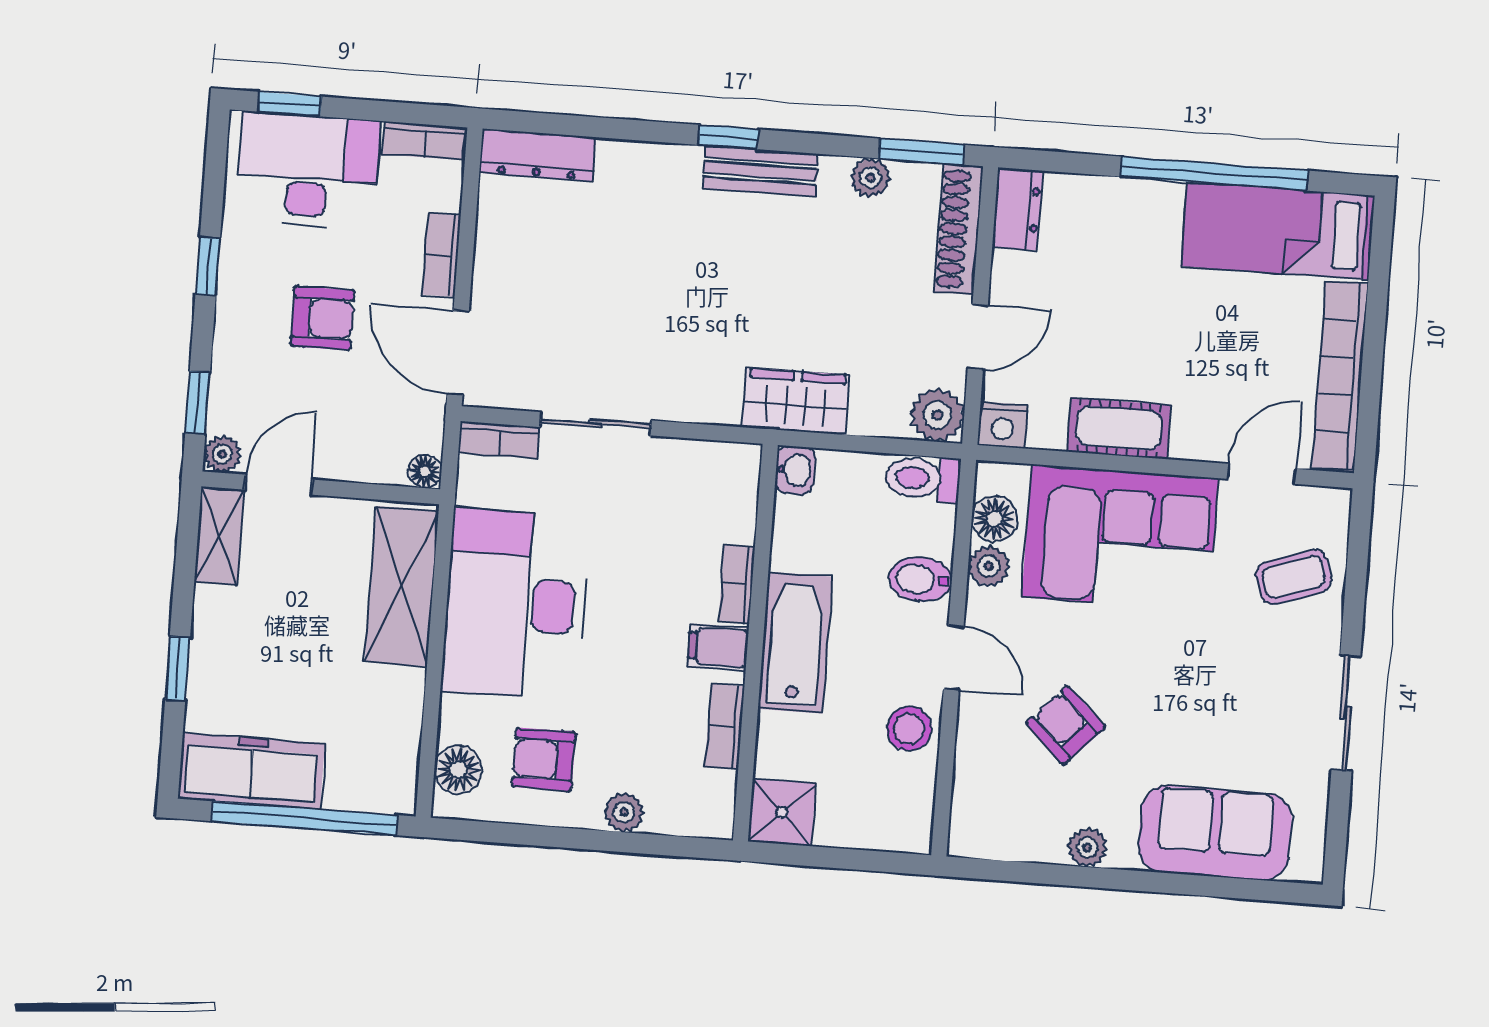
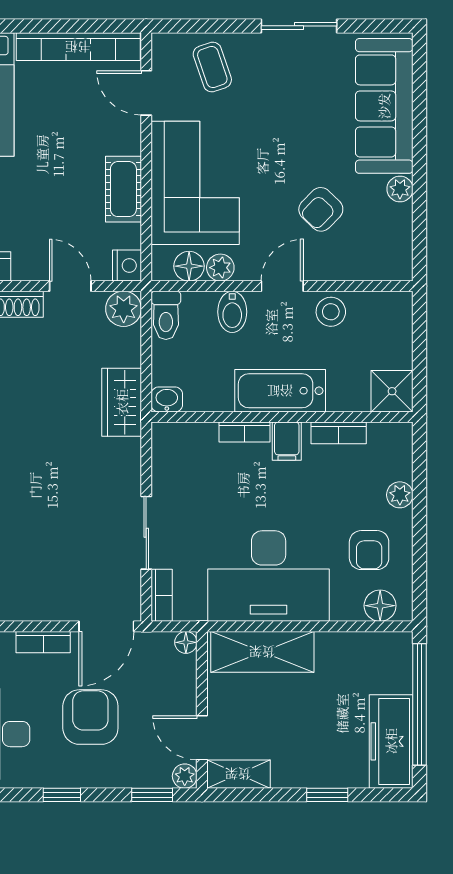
armchair: (323, 318) -> (90, 717), width x1.38, depth x1.38
sofa: (1215, 833) -> (384, 106), width x1.36

